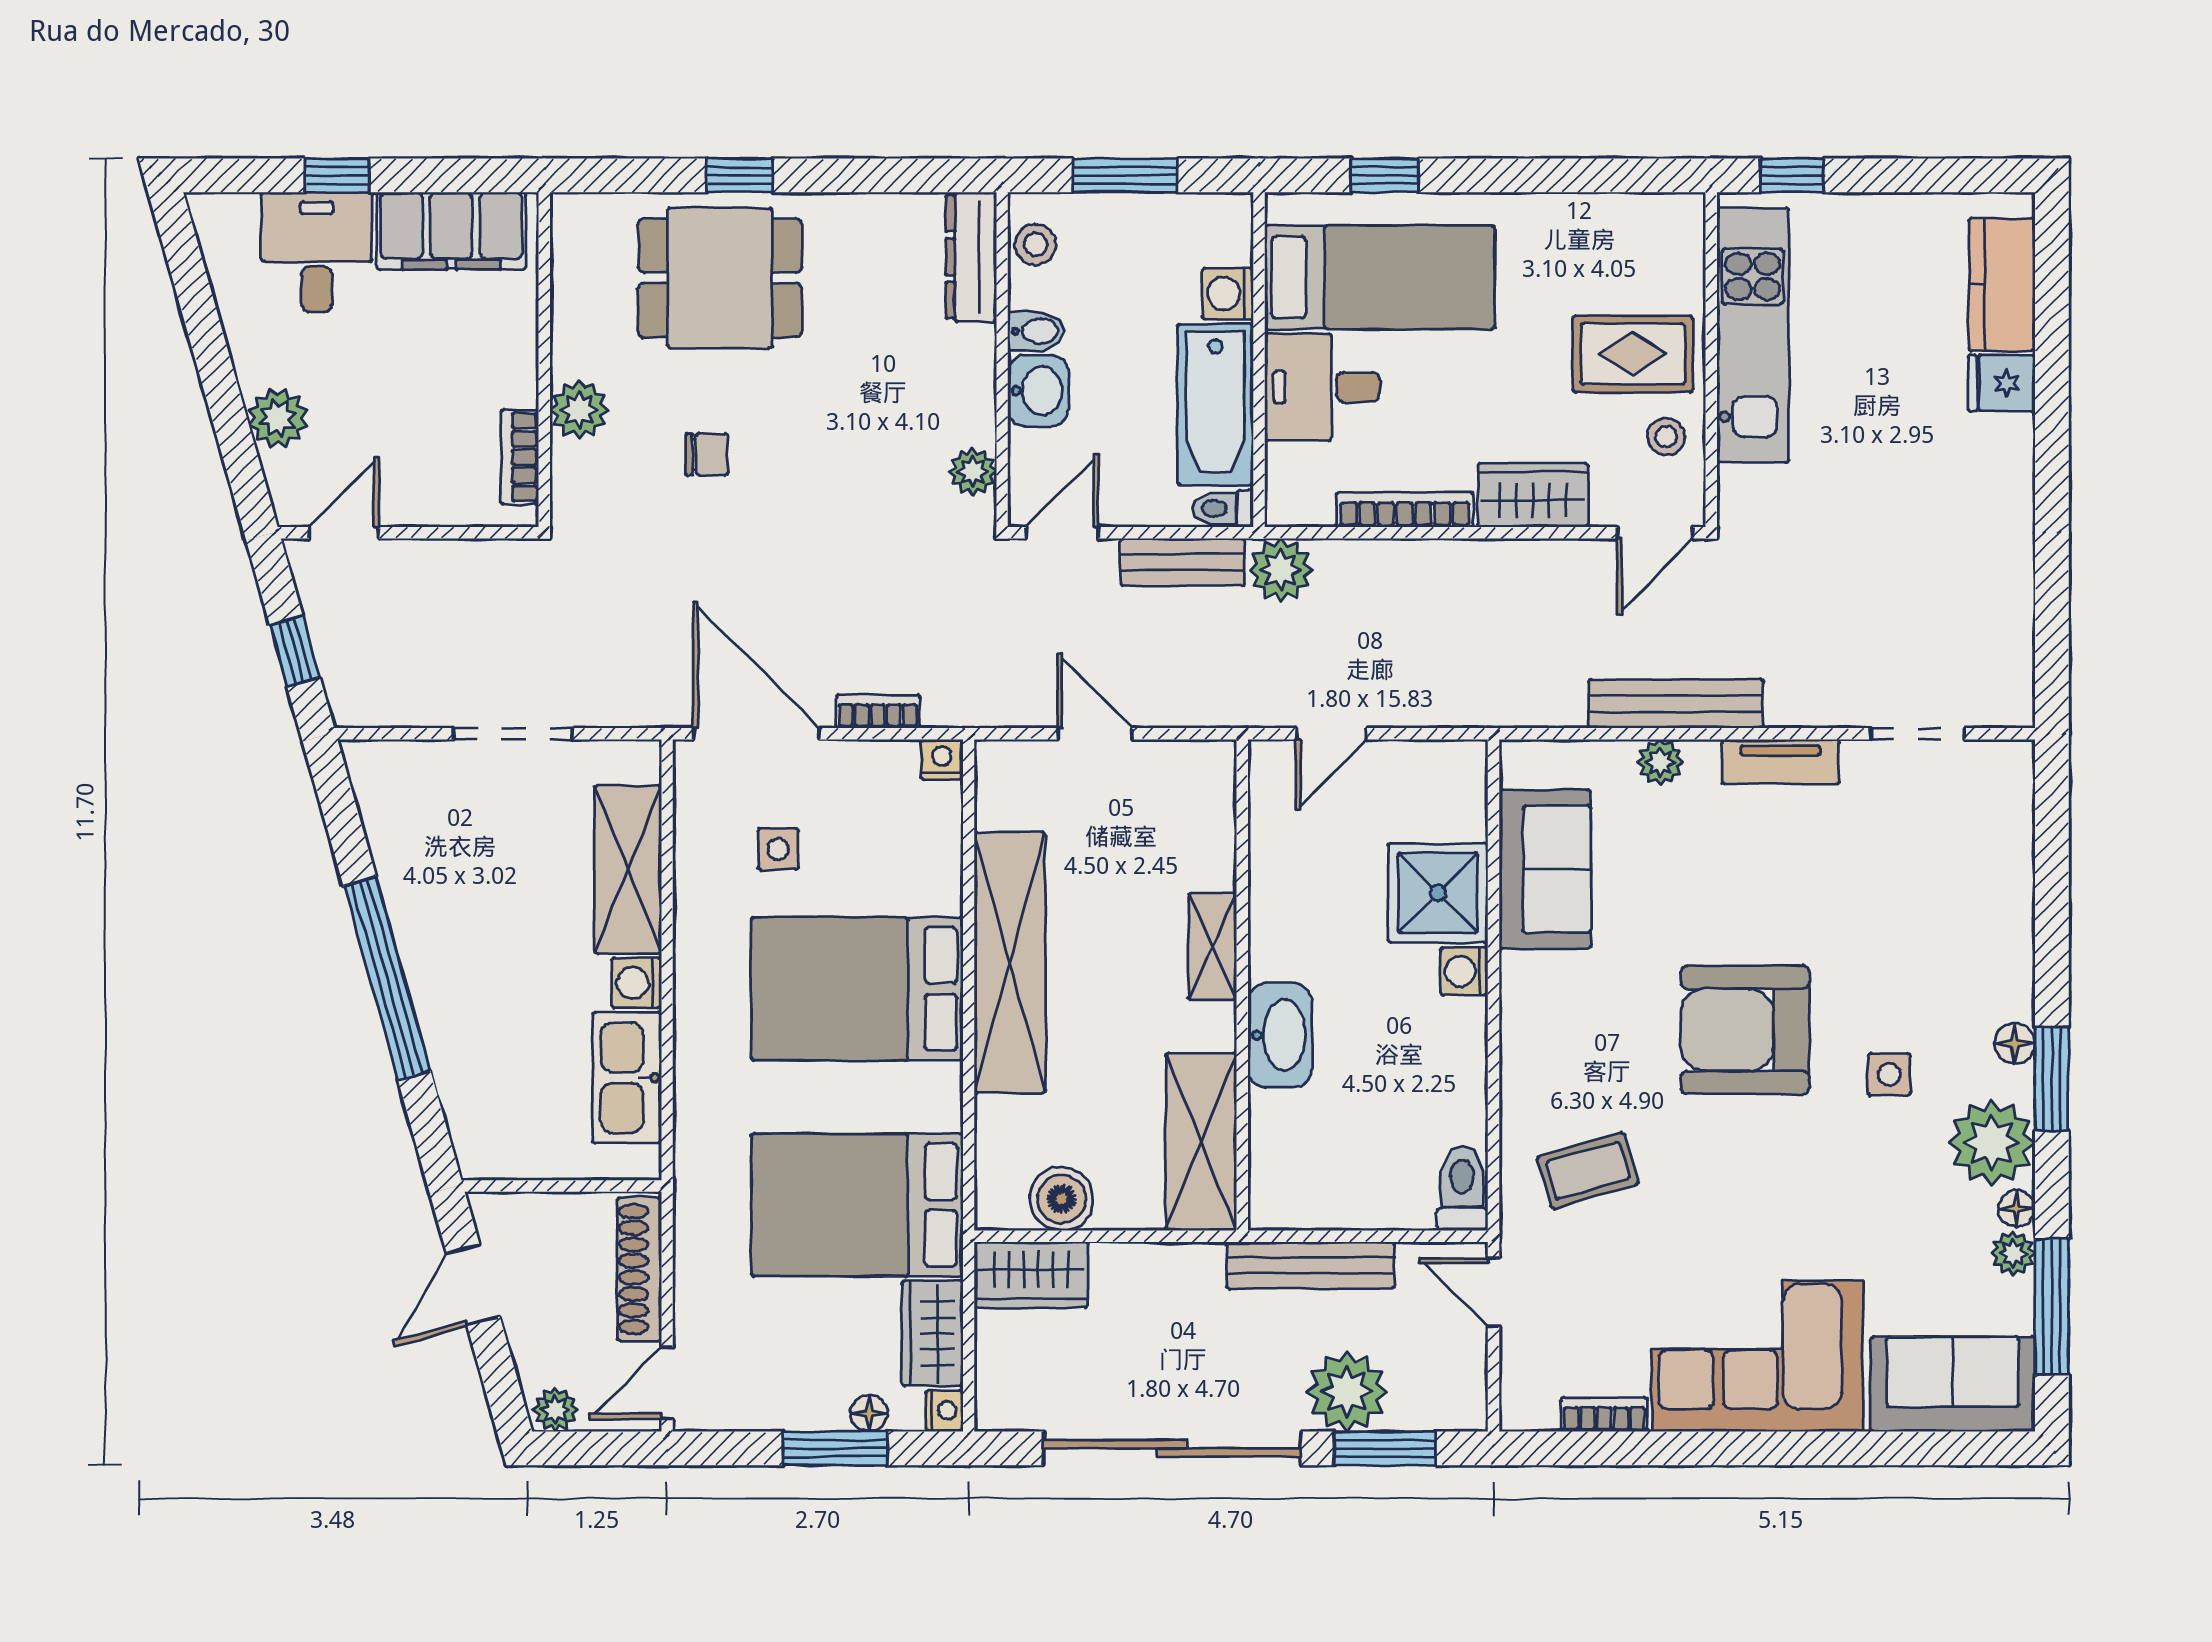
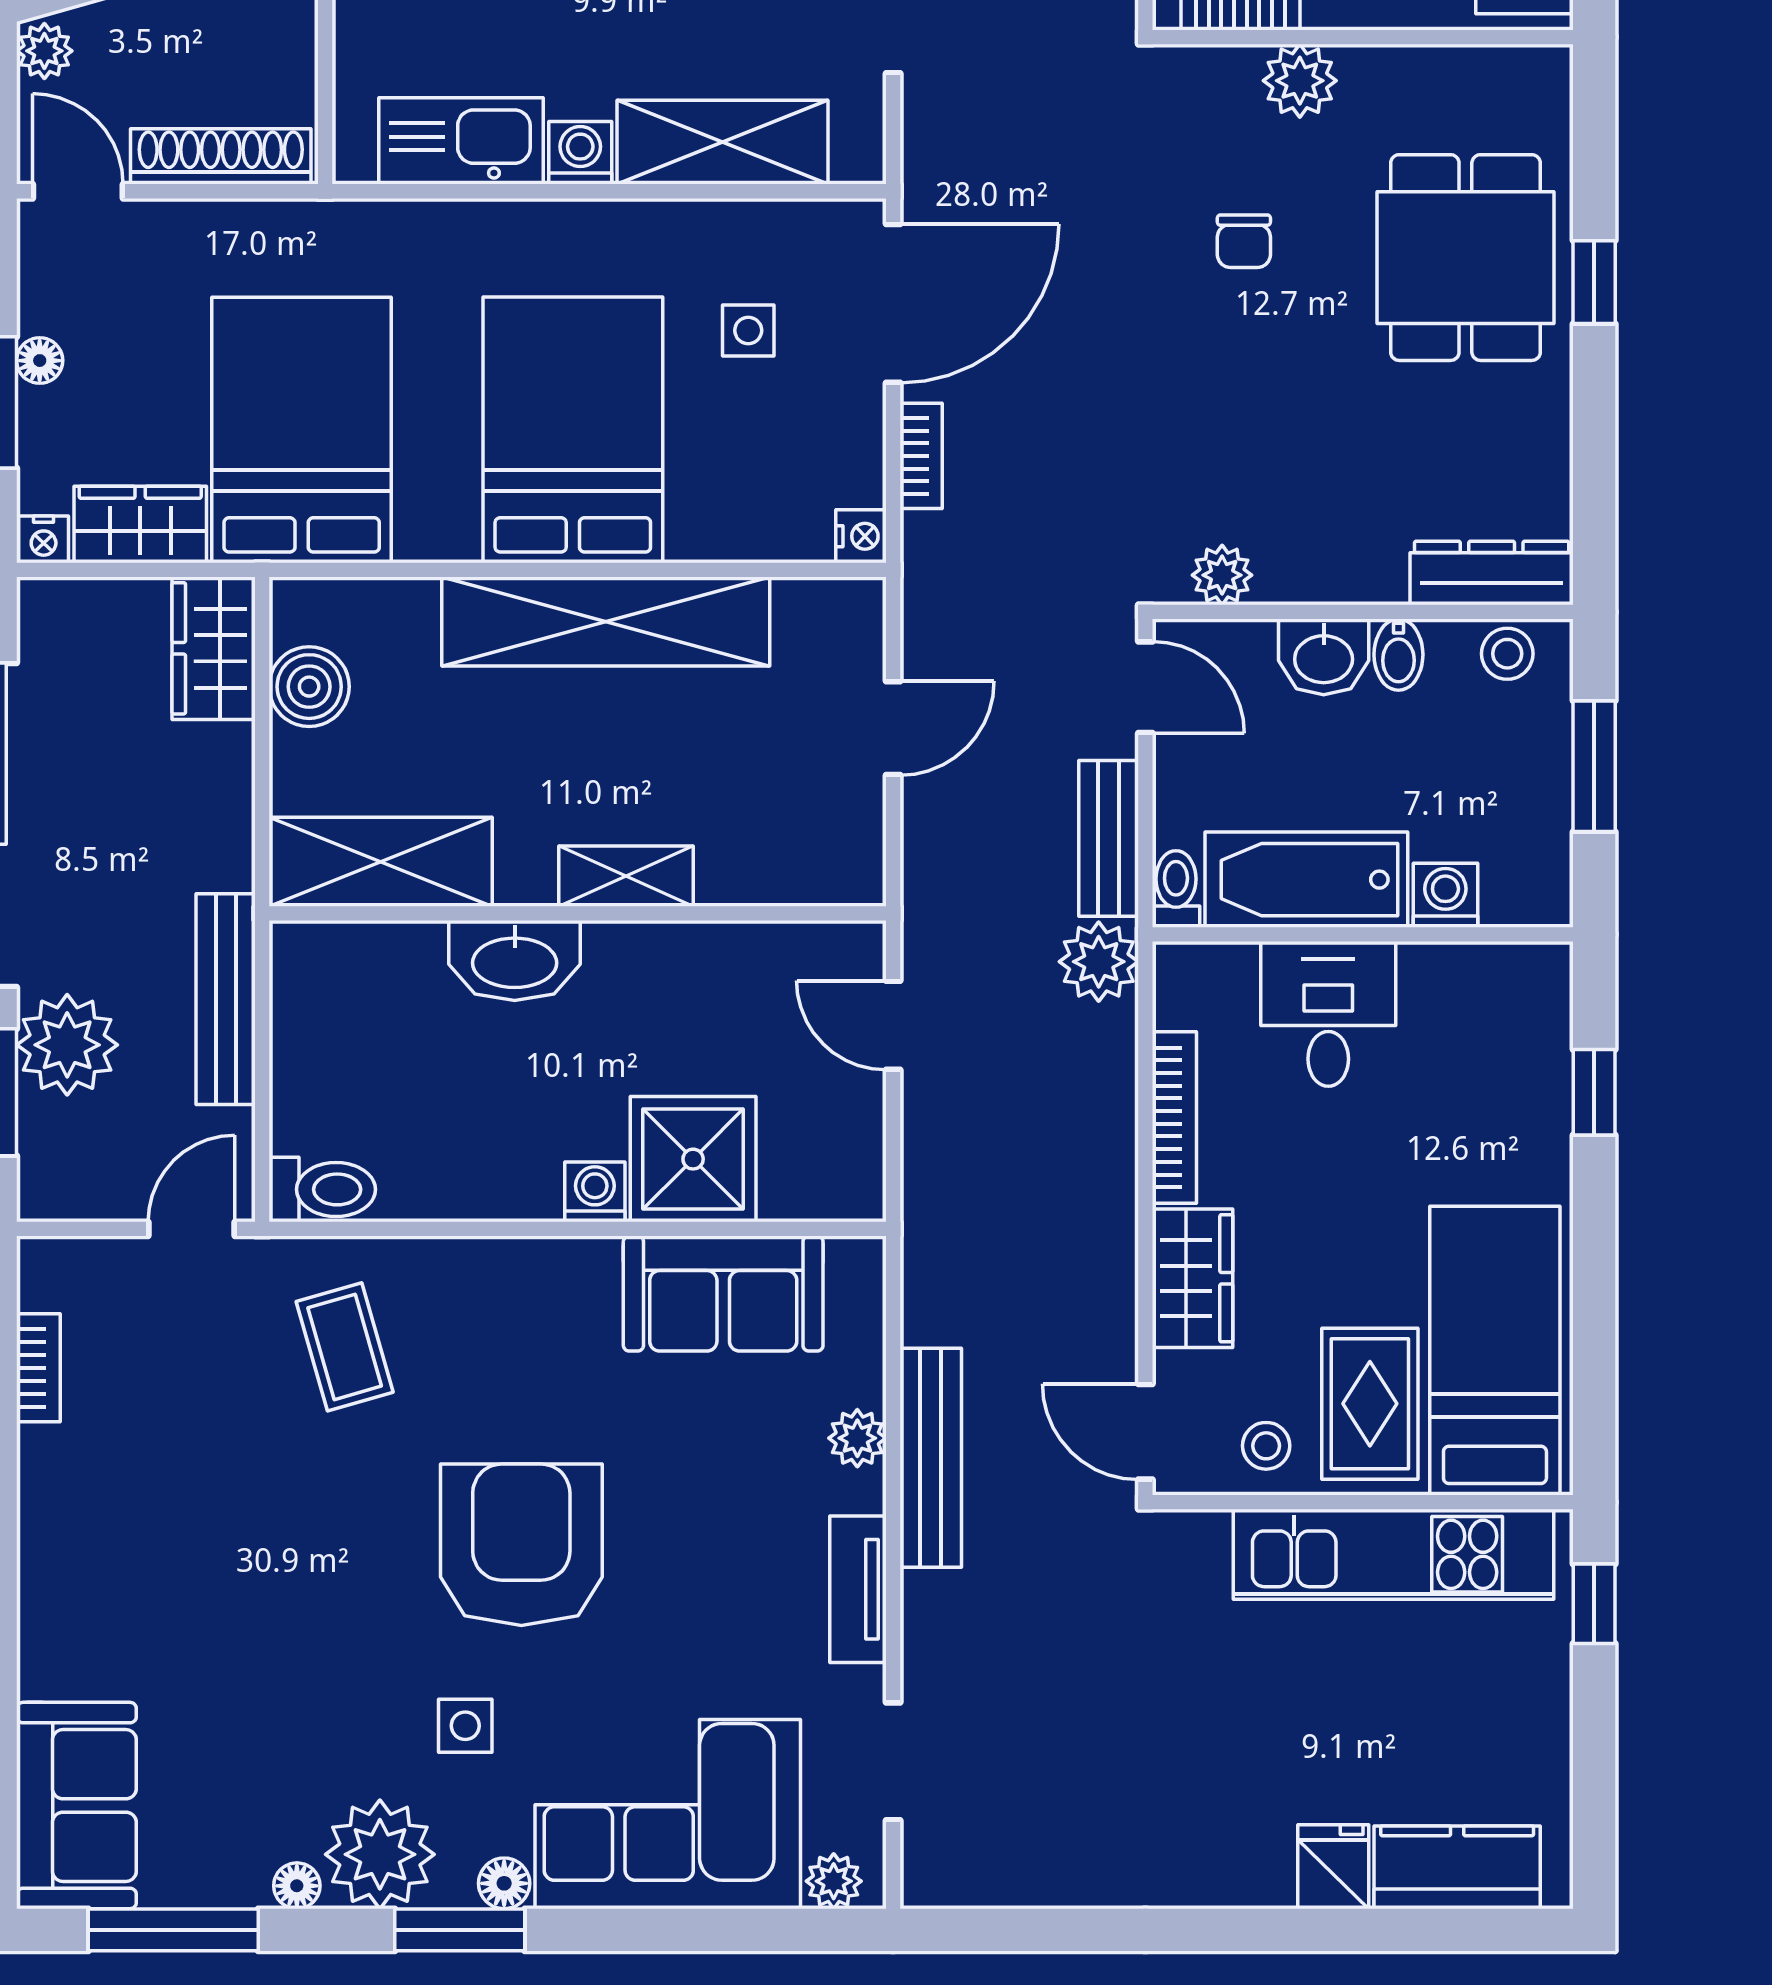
bed: (1380, 277) -> (1495, 1351), moved, turned 180
plant: (2013, 1253) -> (834, 1881), moved
corner sofa: (1757, 1356) -> (668, 1814), moved, turned -90
floor lamp: (869, 1413) -> (40, 361), moved

